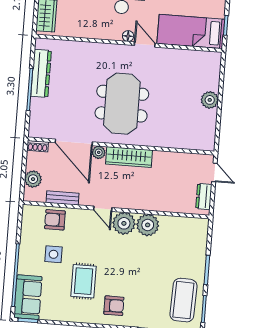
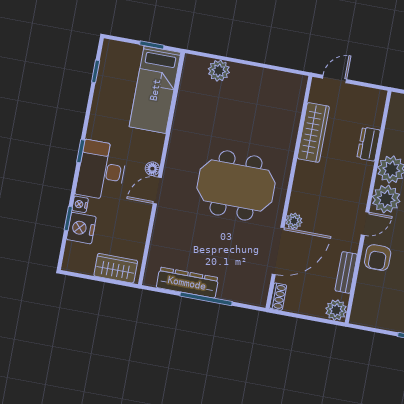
door: (145, 44) -> (157, 191), moved
plant: (210, 100) -> (219, 71), moved
wardrobe: (129, 157) -> (313, 132), moved
plant: (33, 179) -> (336, 310), moved
dresser: (204, 197) -> (369, 144), moved, turned 90
armchair: (55, 220) -> (378, 258), moved

